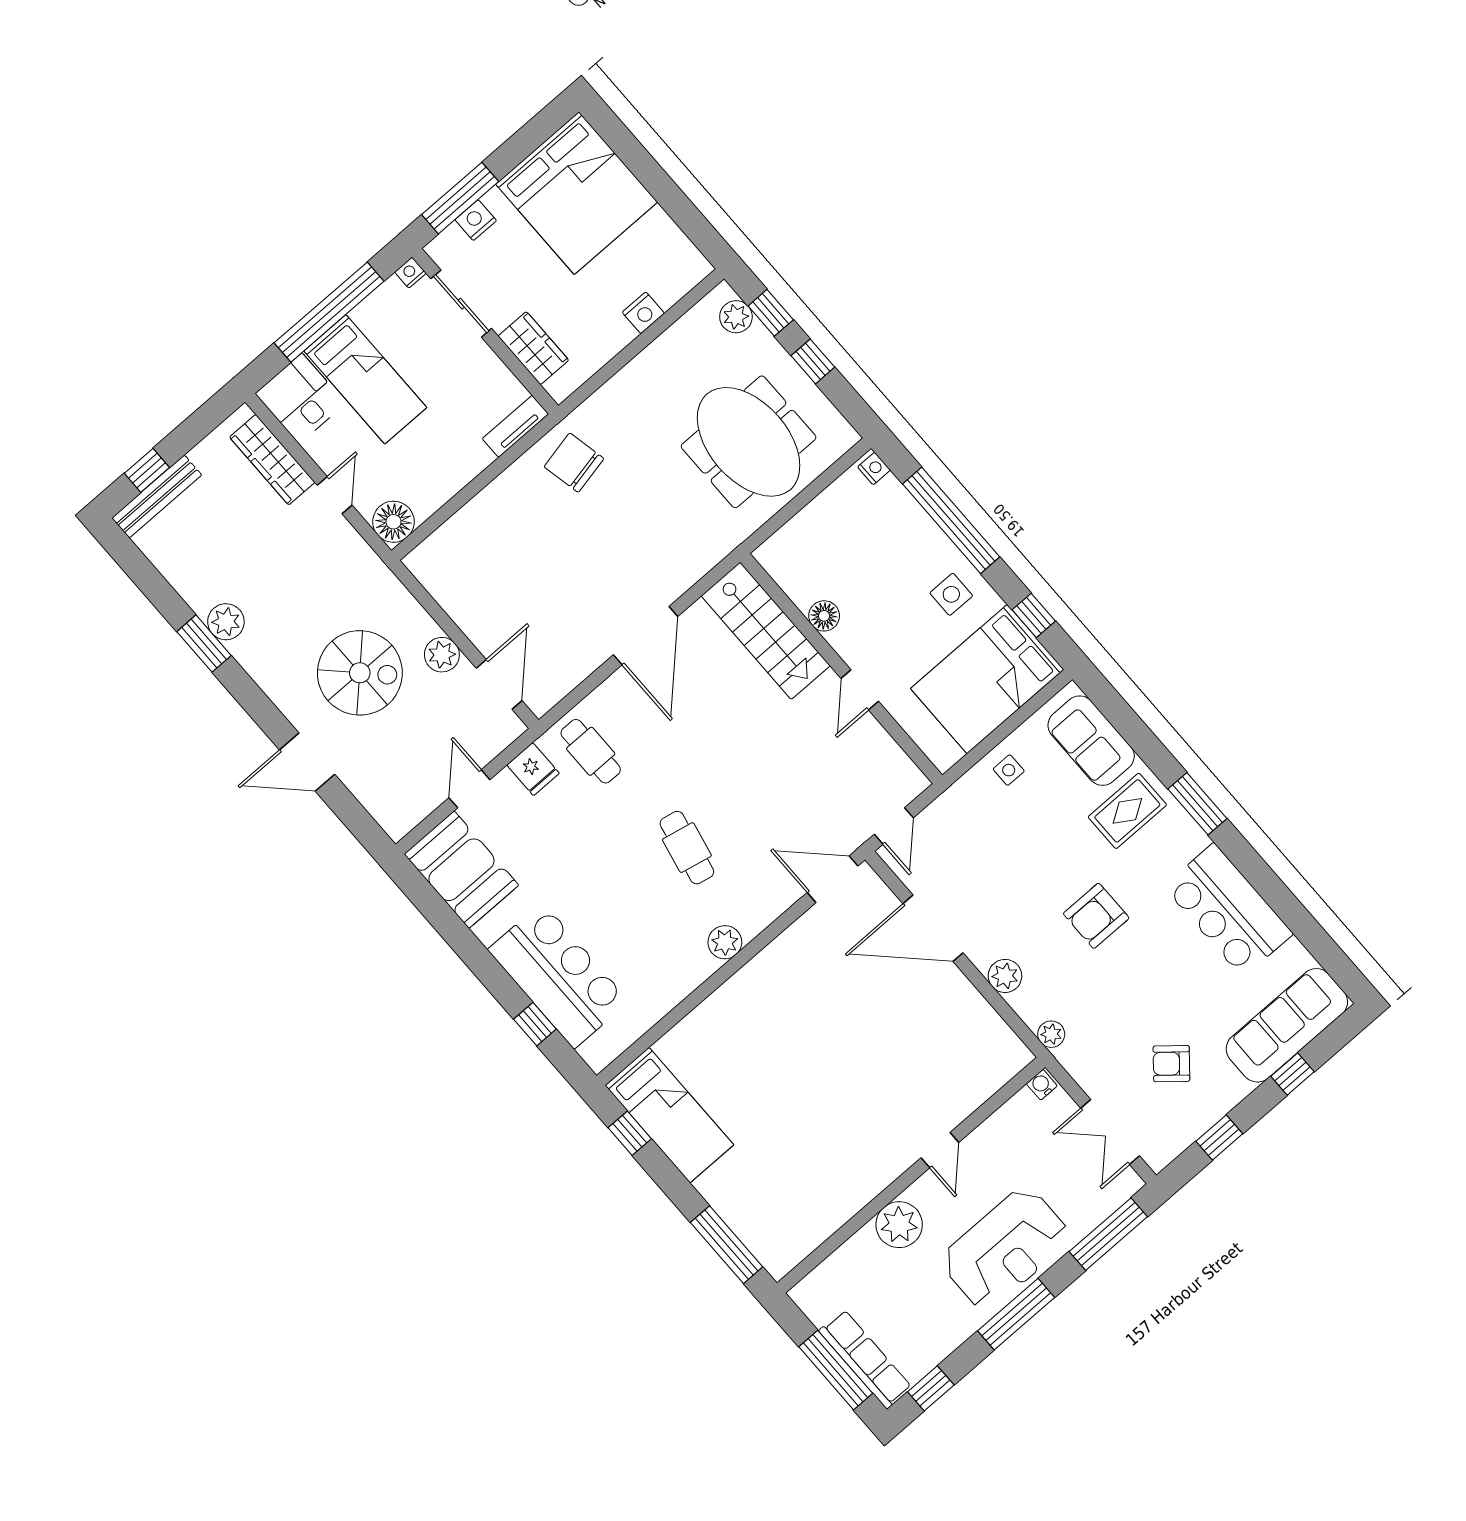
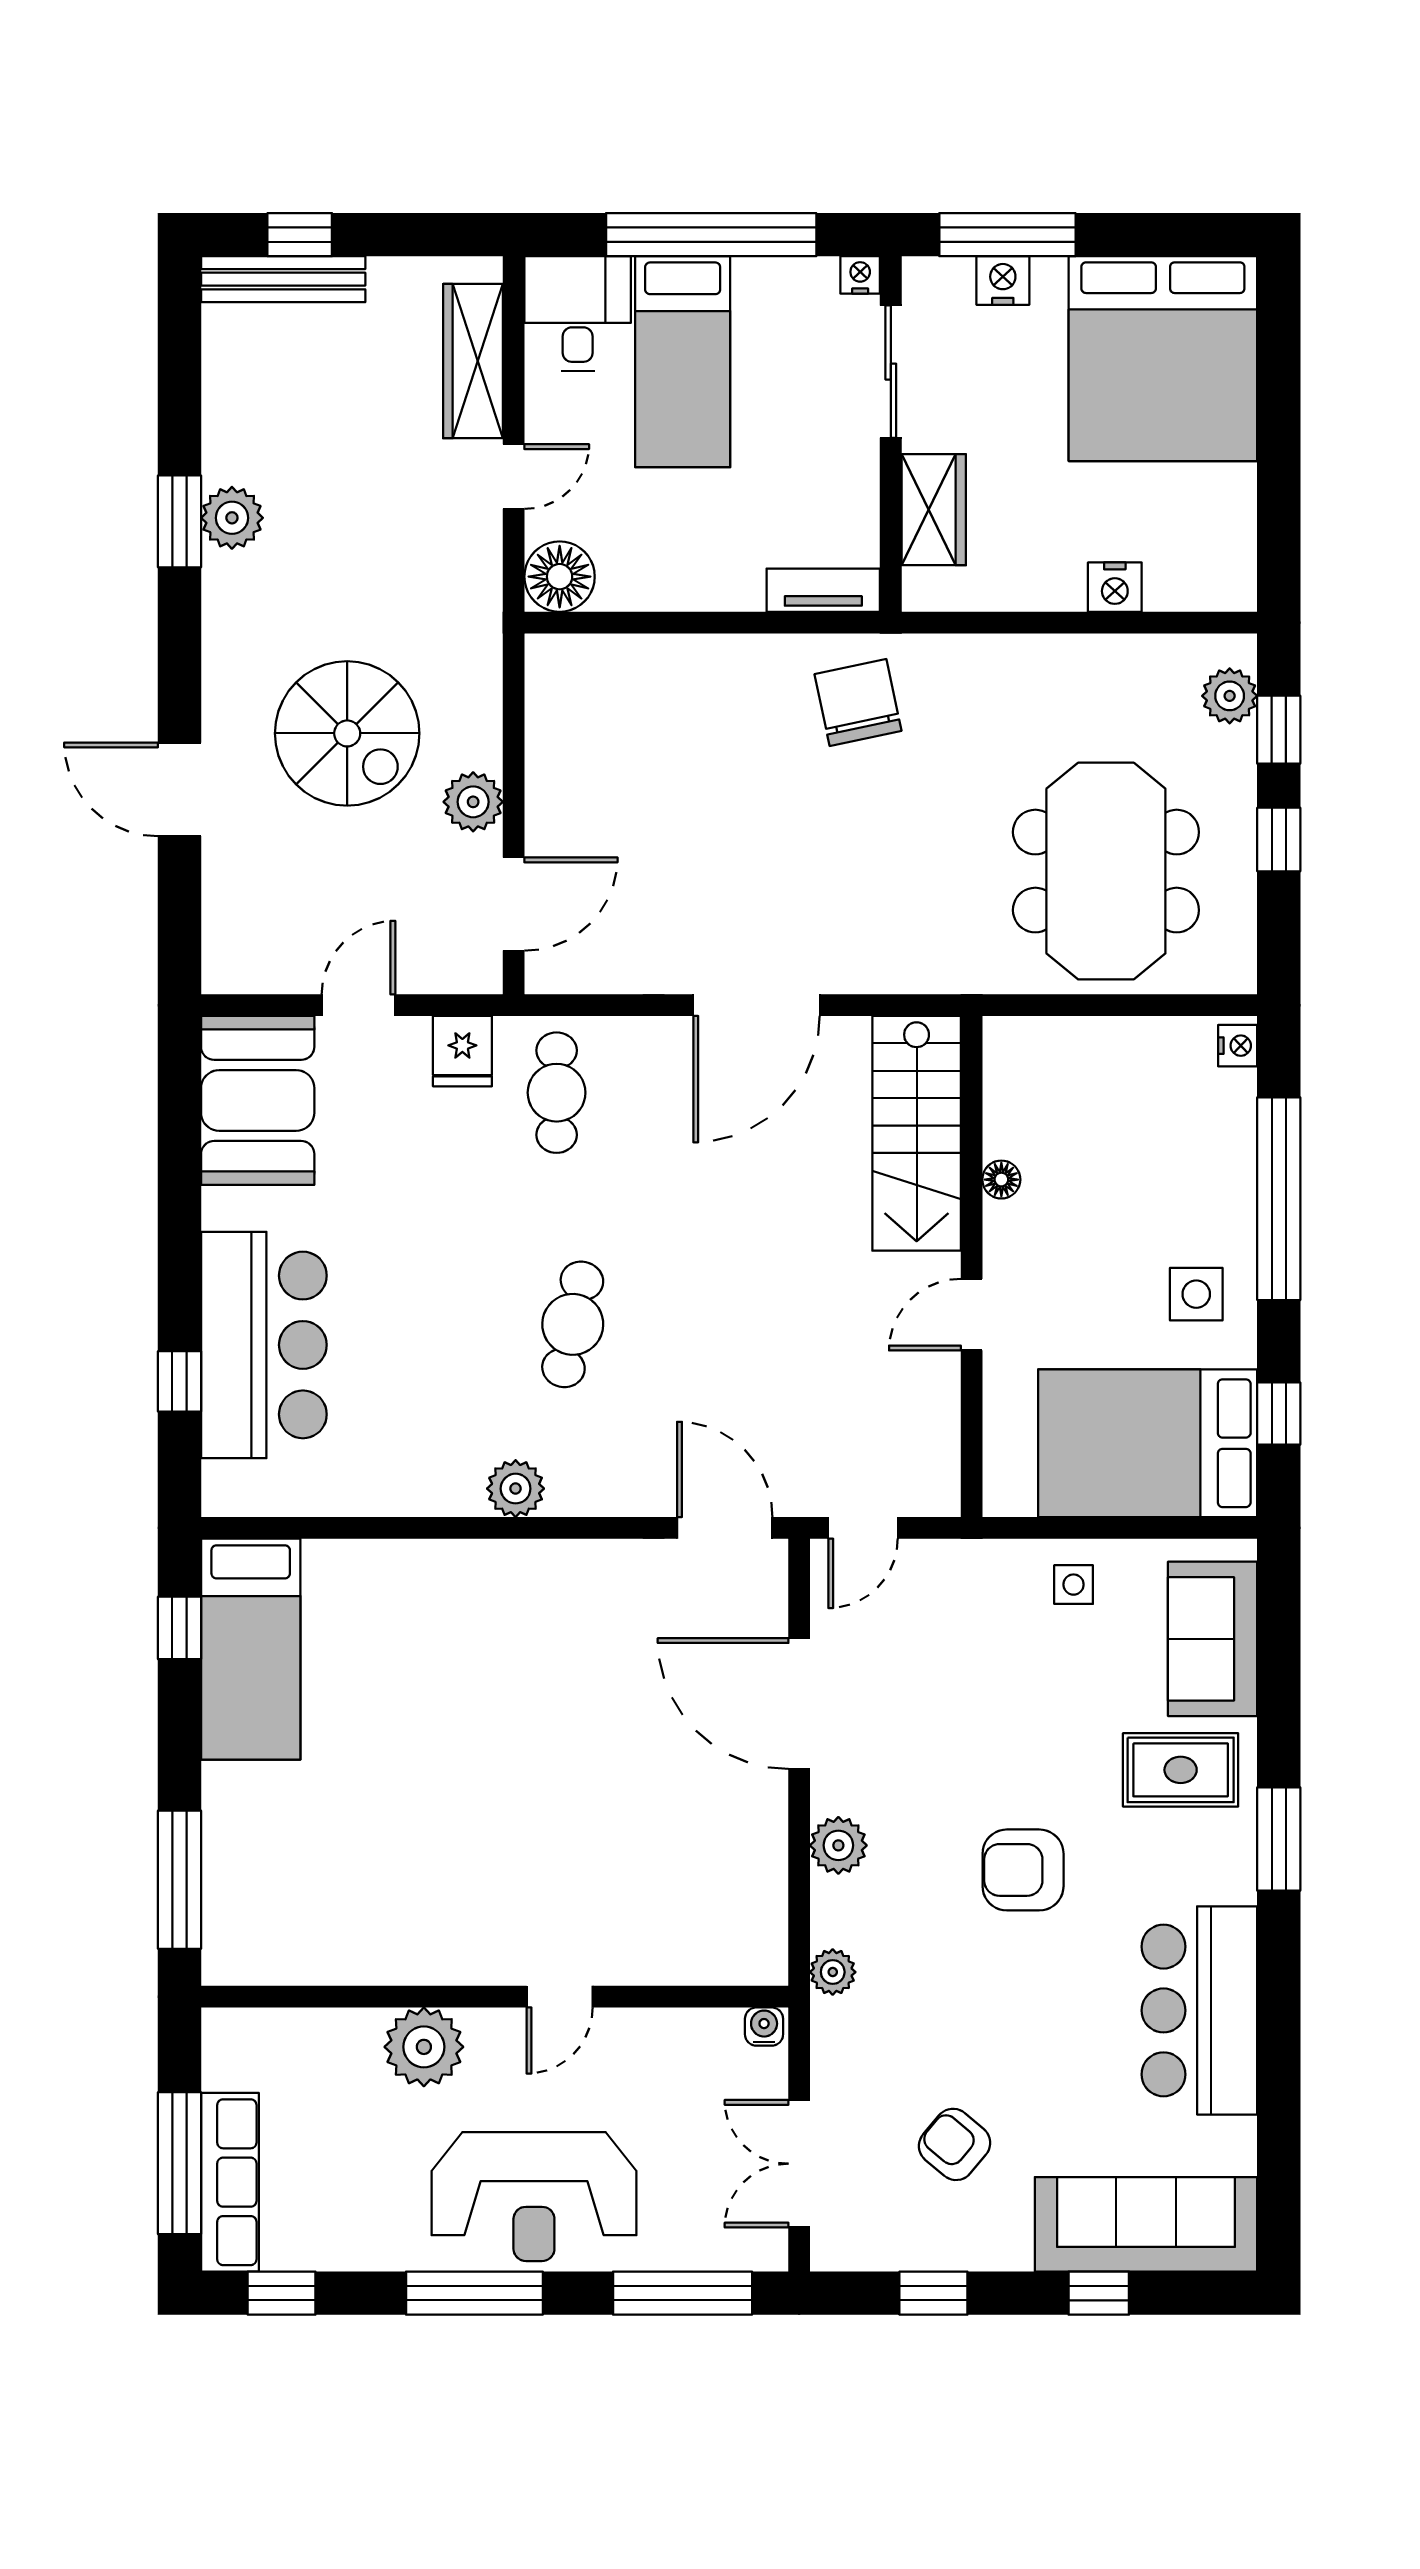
floor lamp: (824, 616) -> (1001, 1180), width x0.73, depth x0.73

